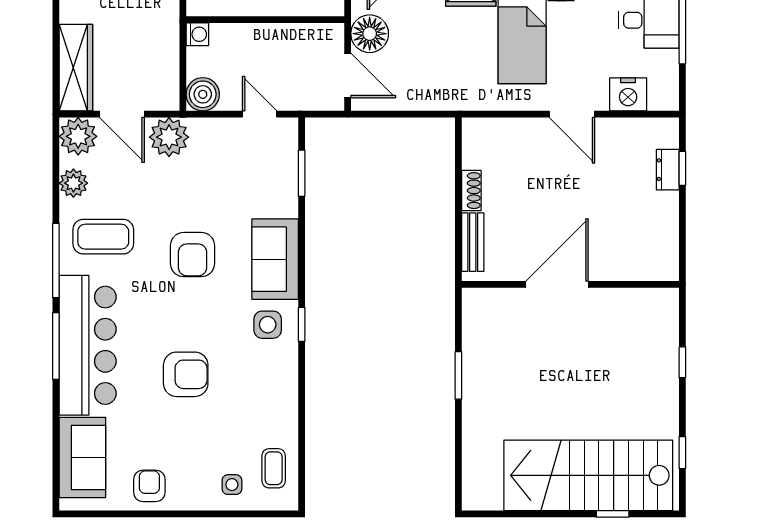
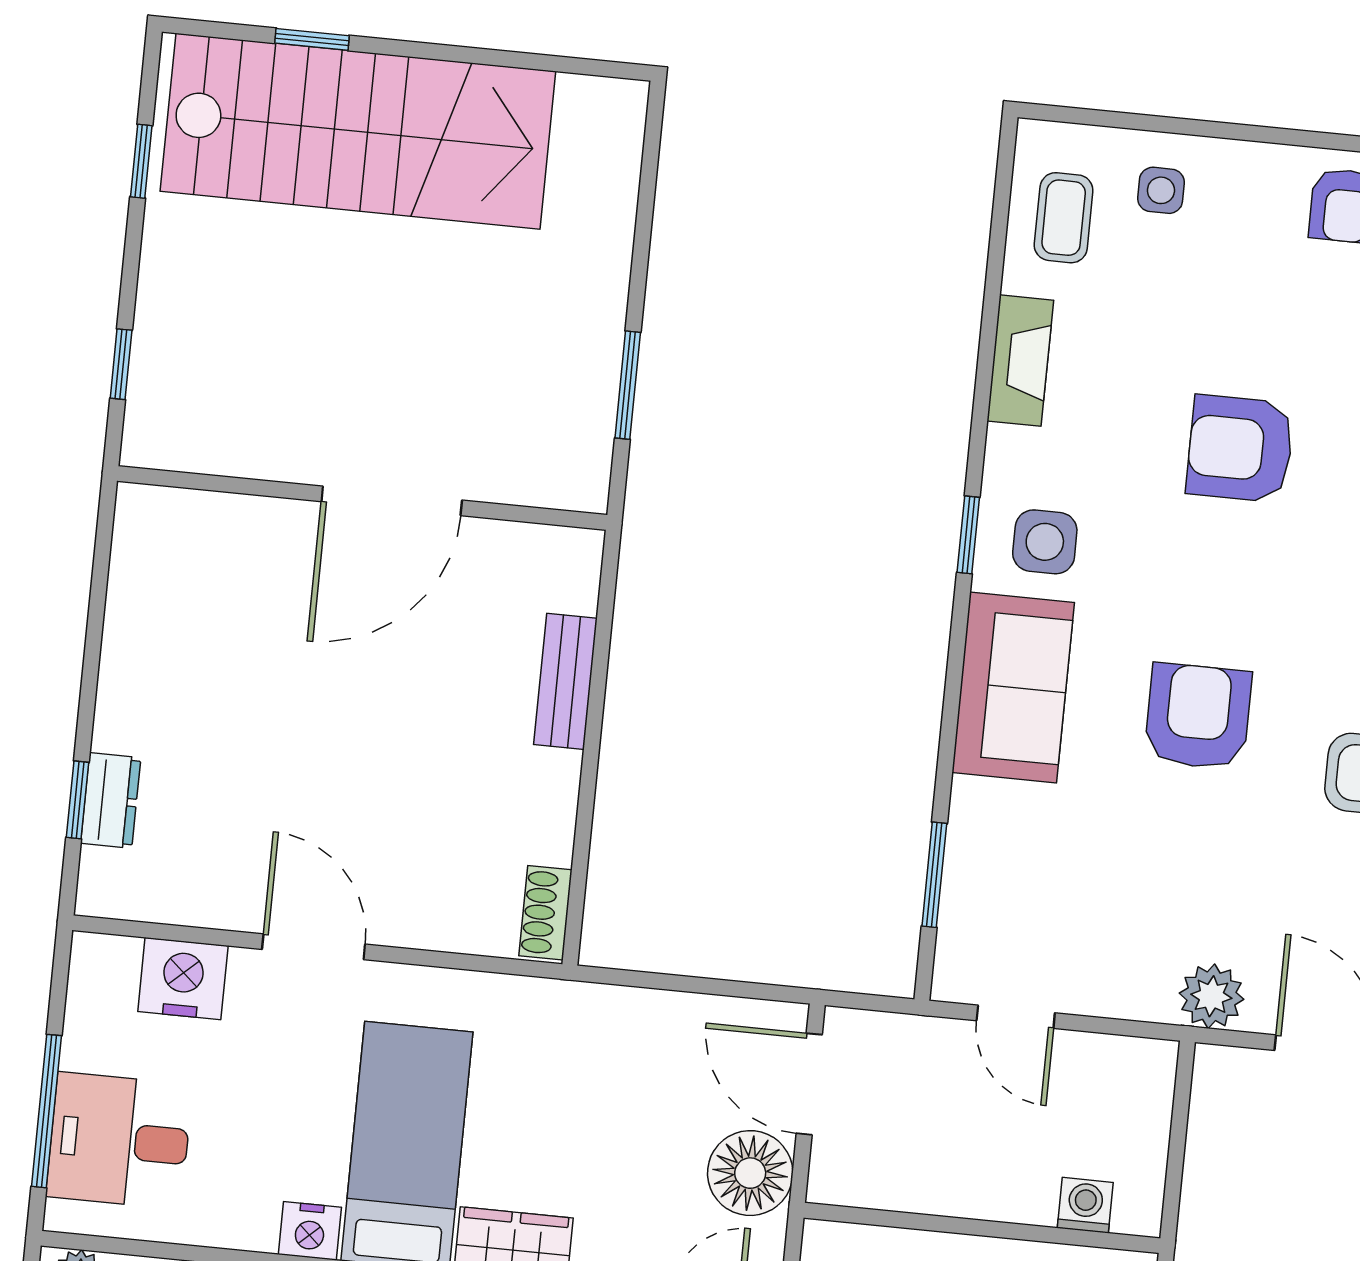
washing machine: (197, 34) -> (1085, 1205), moved, turned 90
boiler: (203, 94) -> (1139, 1074), removed
plant: (169, 137) -> (1211, 996), width x0.73, depth x0.73
shoe rack: (471, 191) -> (545, 913), moved
door: (557, 284) -> (392, 501), moved
wall: (570, 284) -> (362, 498), moved
fireplace: (286, 403) -> (1020, 361), added

